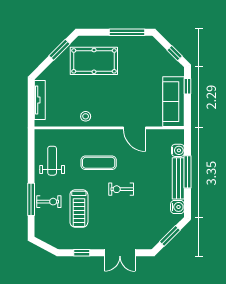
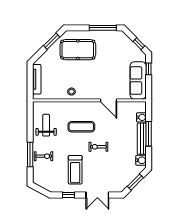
treadmill: (79, 208) -> (75, 170), moved

